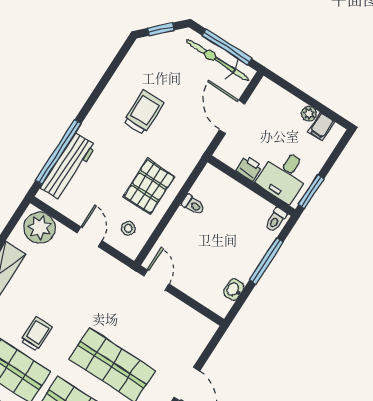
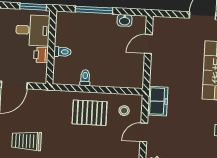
trolley: (143, 112) -> (27, 141), moved
toilet: (276, 220) -> (62, 52), moved
freezer: (117, 274) -> (158, 101), added
door: (156, 280) -> (148, 44), moved

